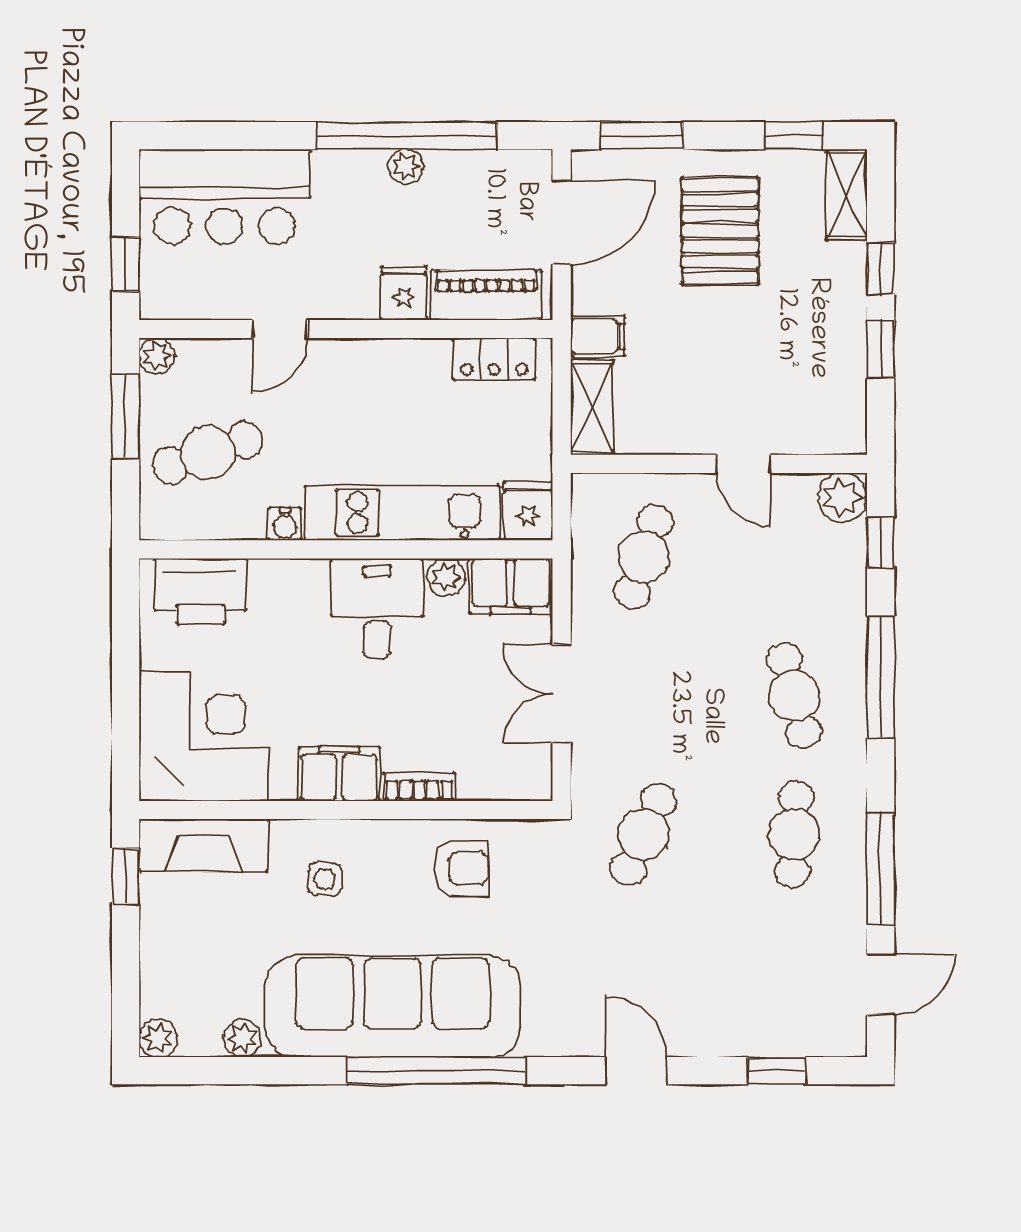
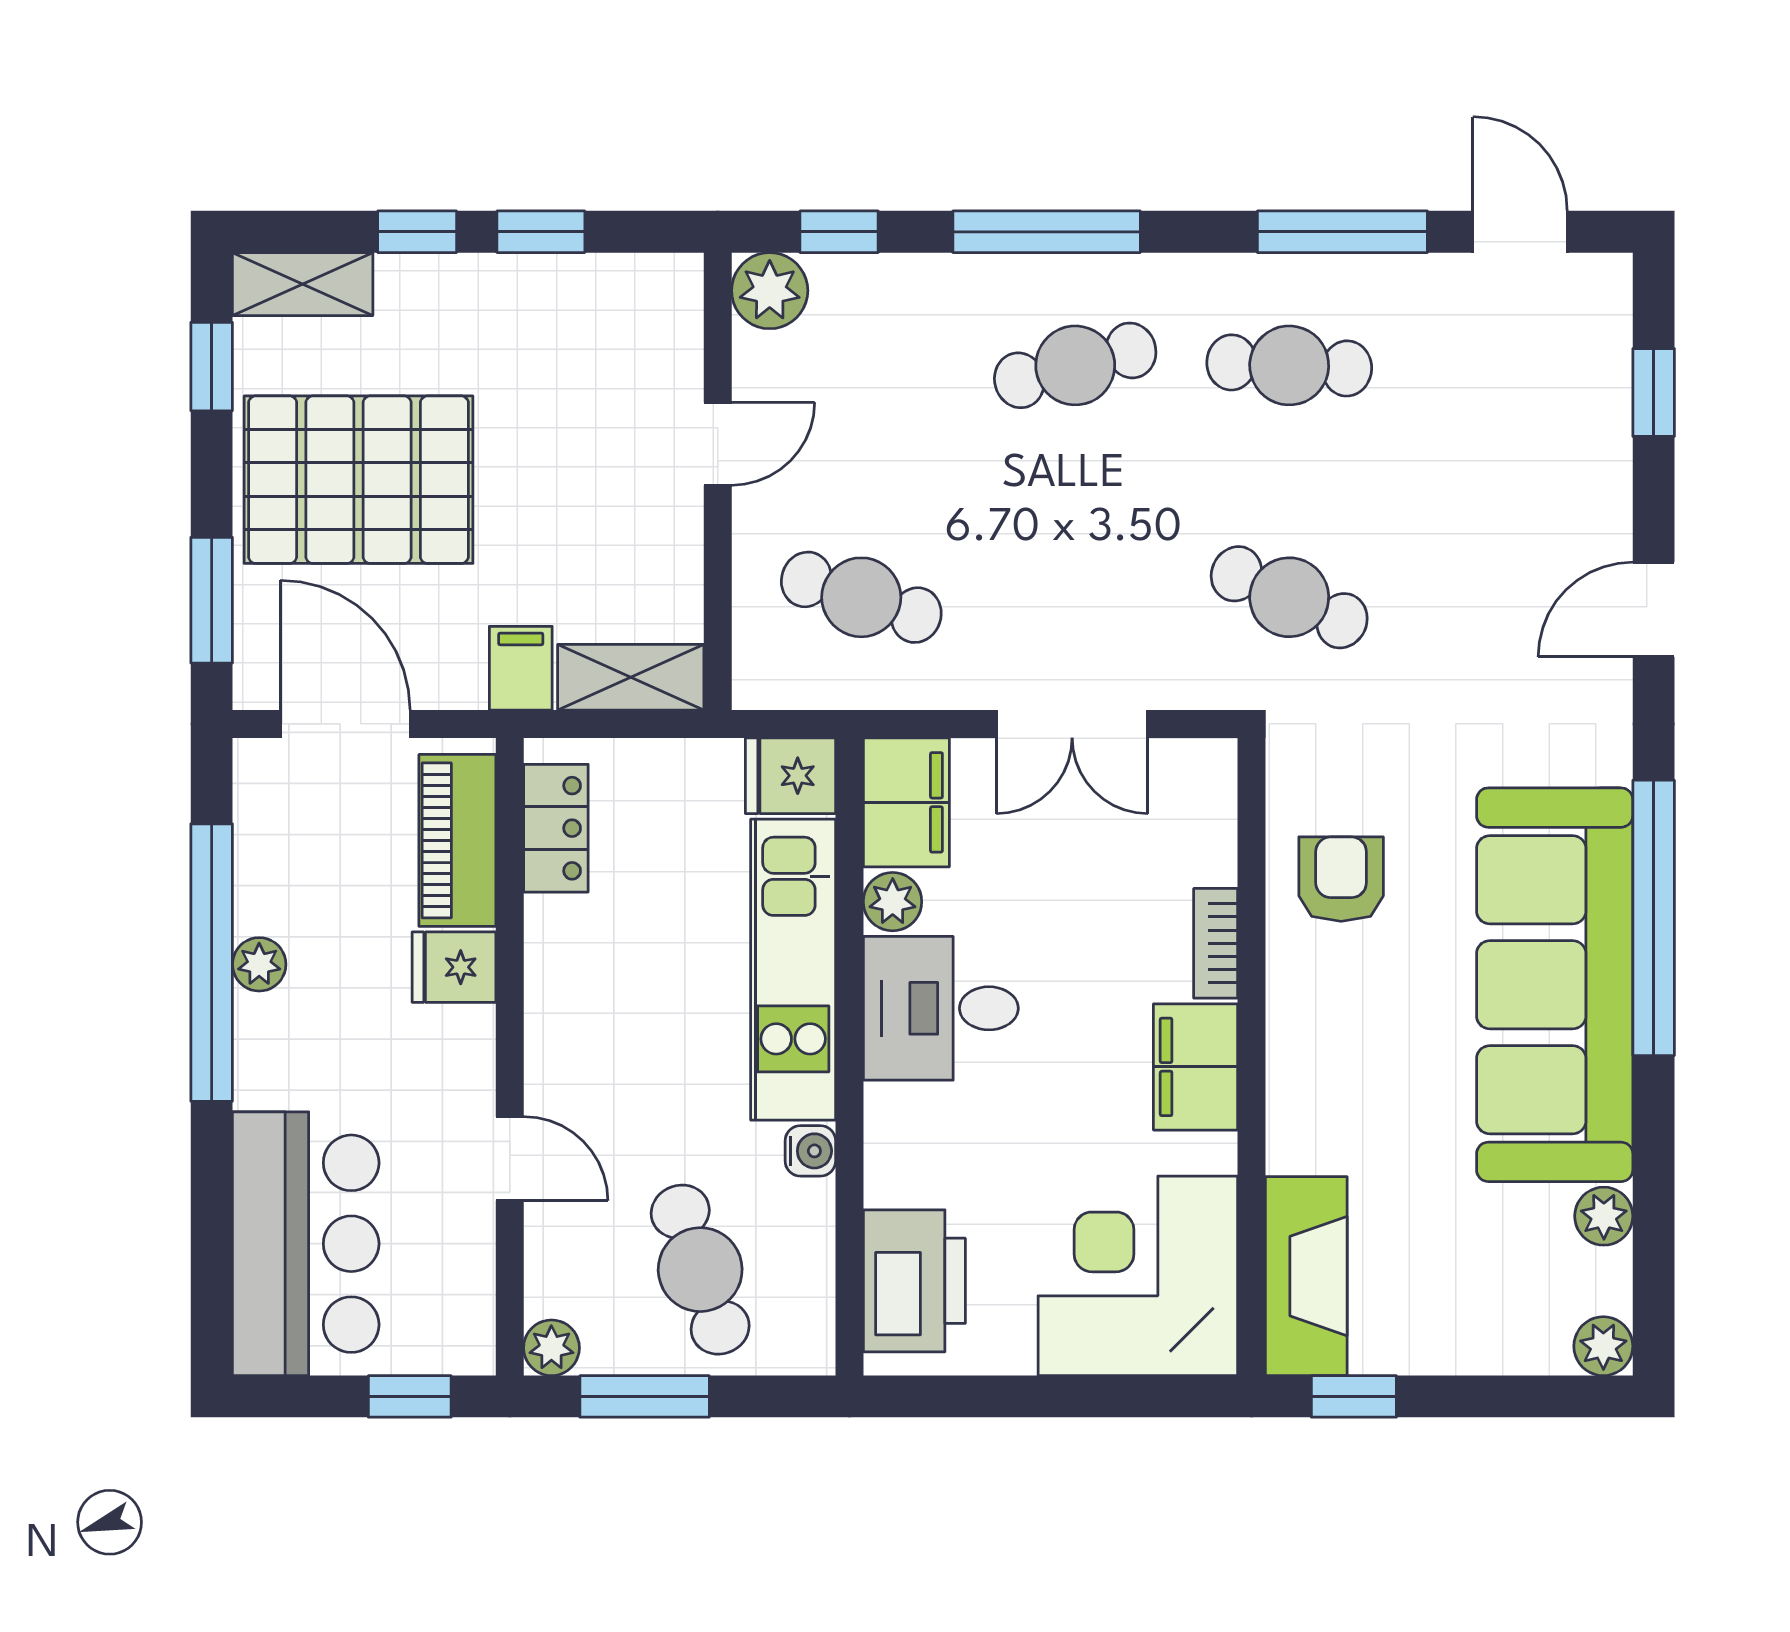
pallet: (720, 231) -> (358, 480), width x1.37, depth x1.41
side table: (325, 879) -> (1358, 1089), removed

